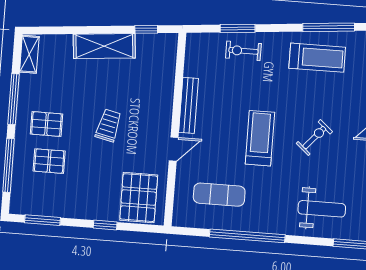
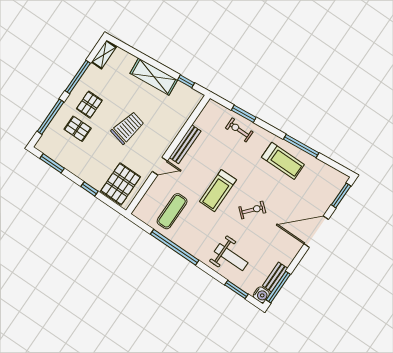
pallet: (46, 124) -> (89, 105), turned 90
trolley: (108, 125) -> (128, 128), width x1.36, depth x1.39
treadmill: (260, 138) -> (218, 191), turned 180
exercise mat: (219, 195) -> (172, 211), turned 90

